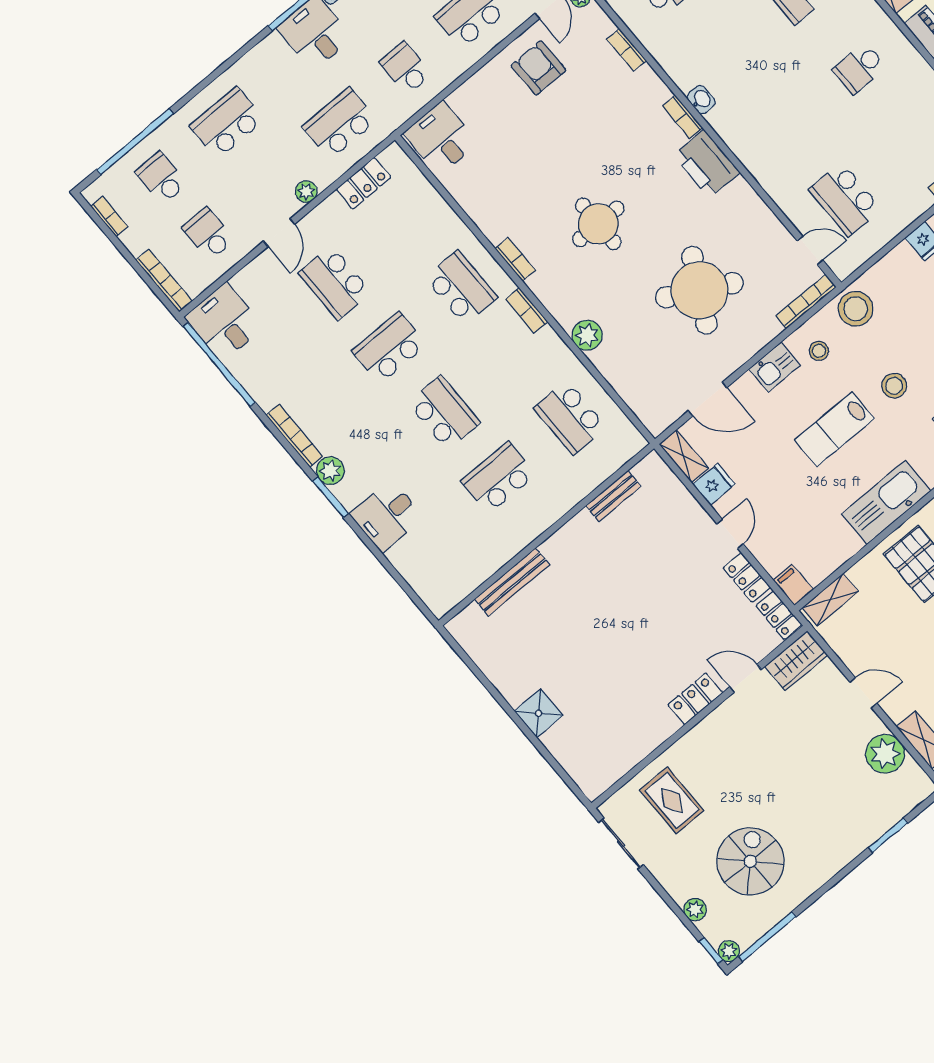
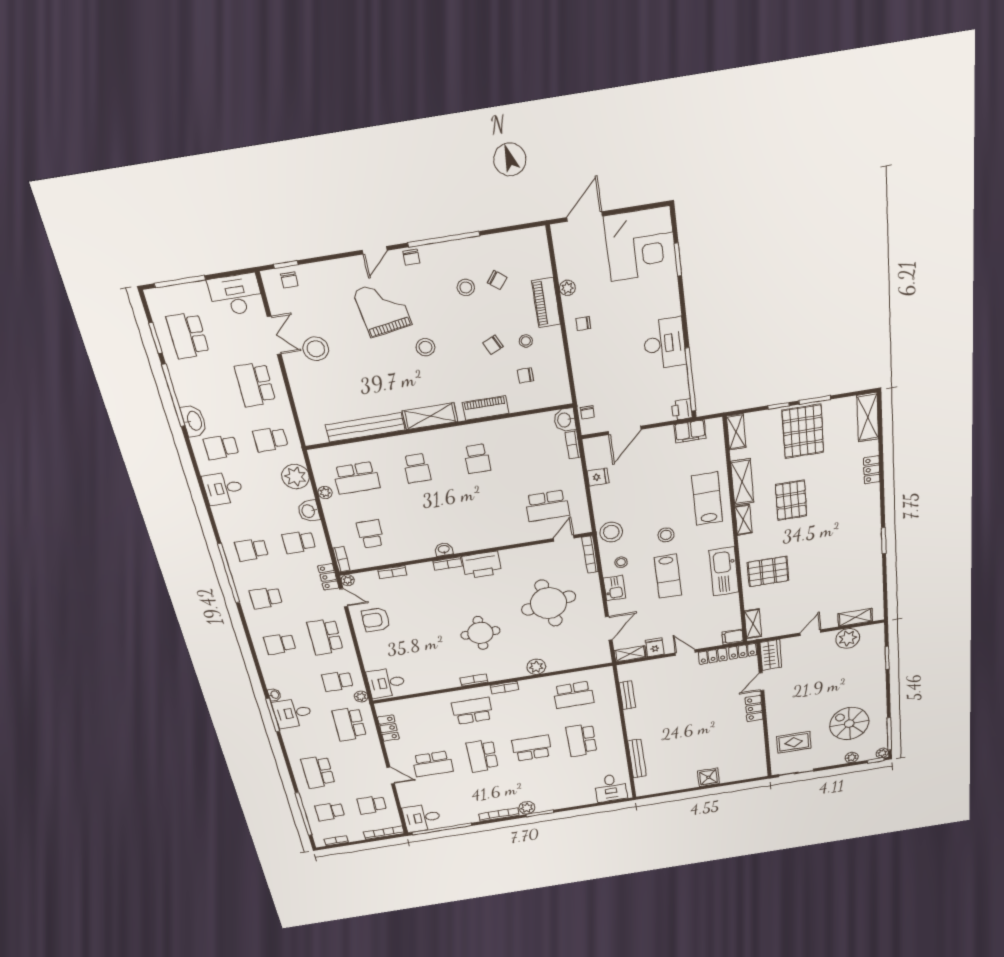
plant: (306, 192) -> (361, 697), moved
round table: (699, 290) -> (549, 603), turned -38
desk: (387, 516) -> (611, 788), moved

